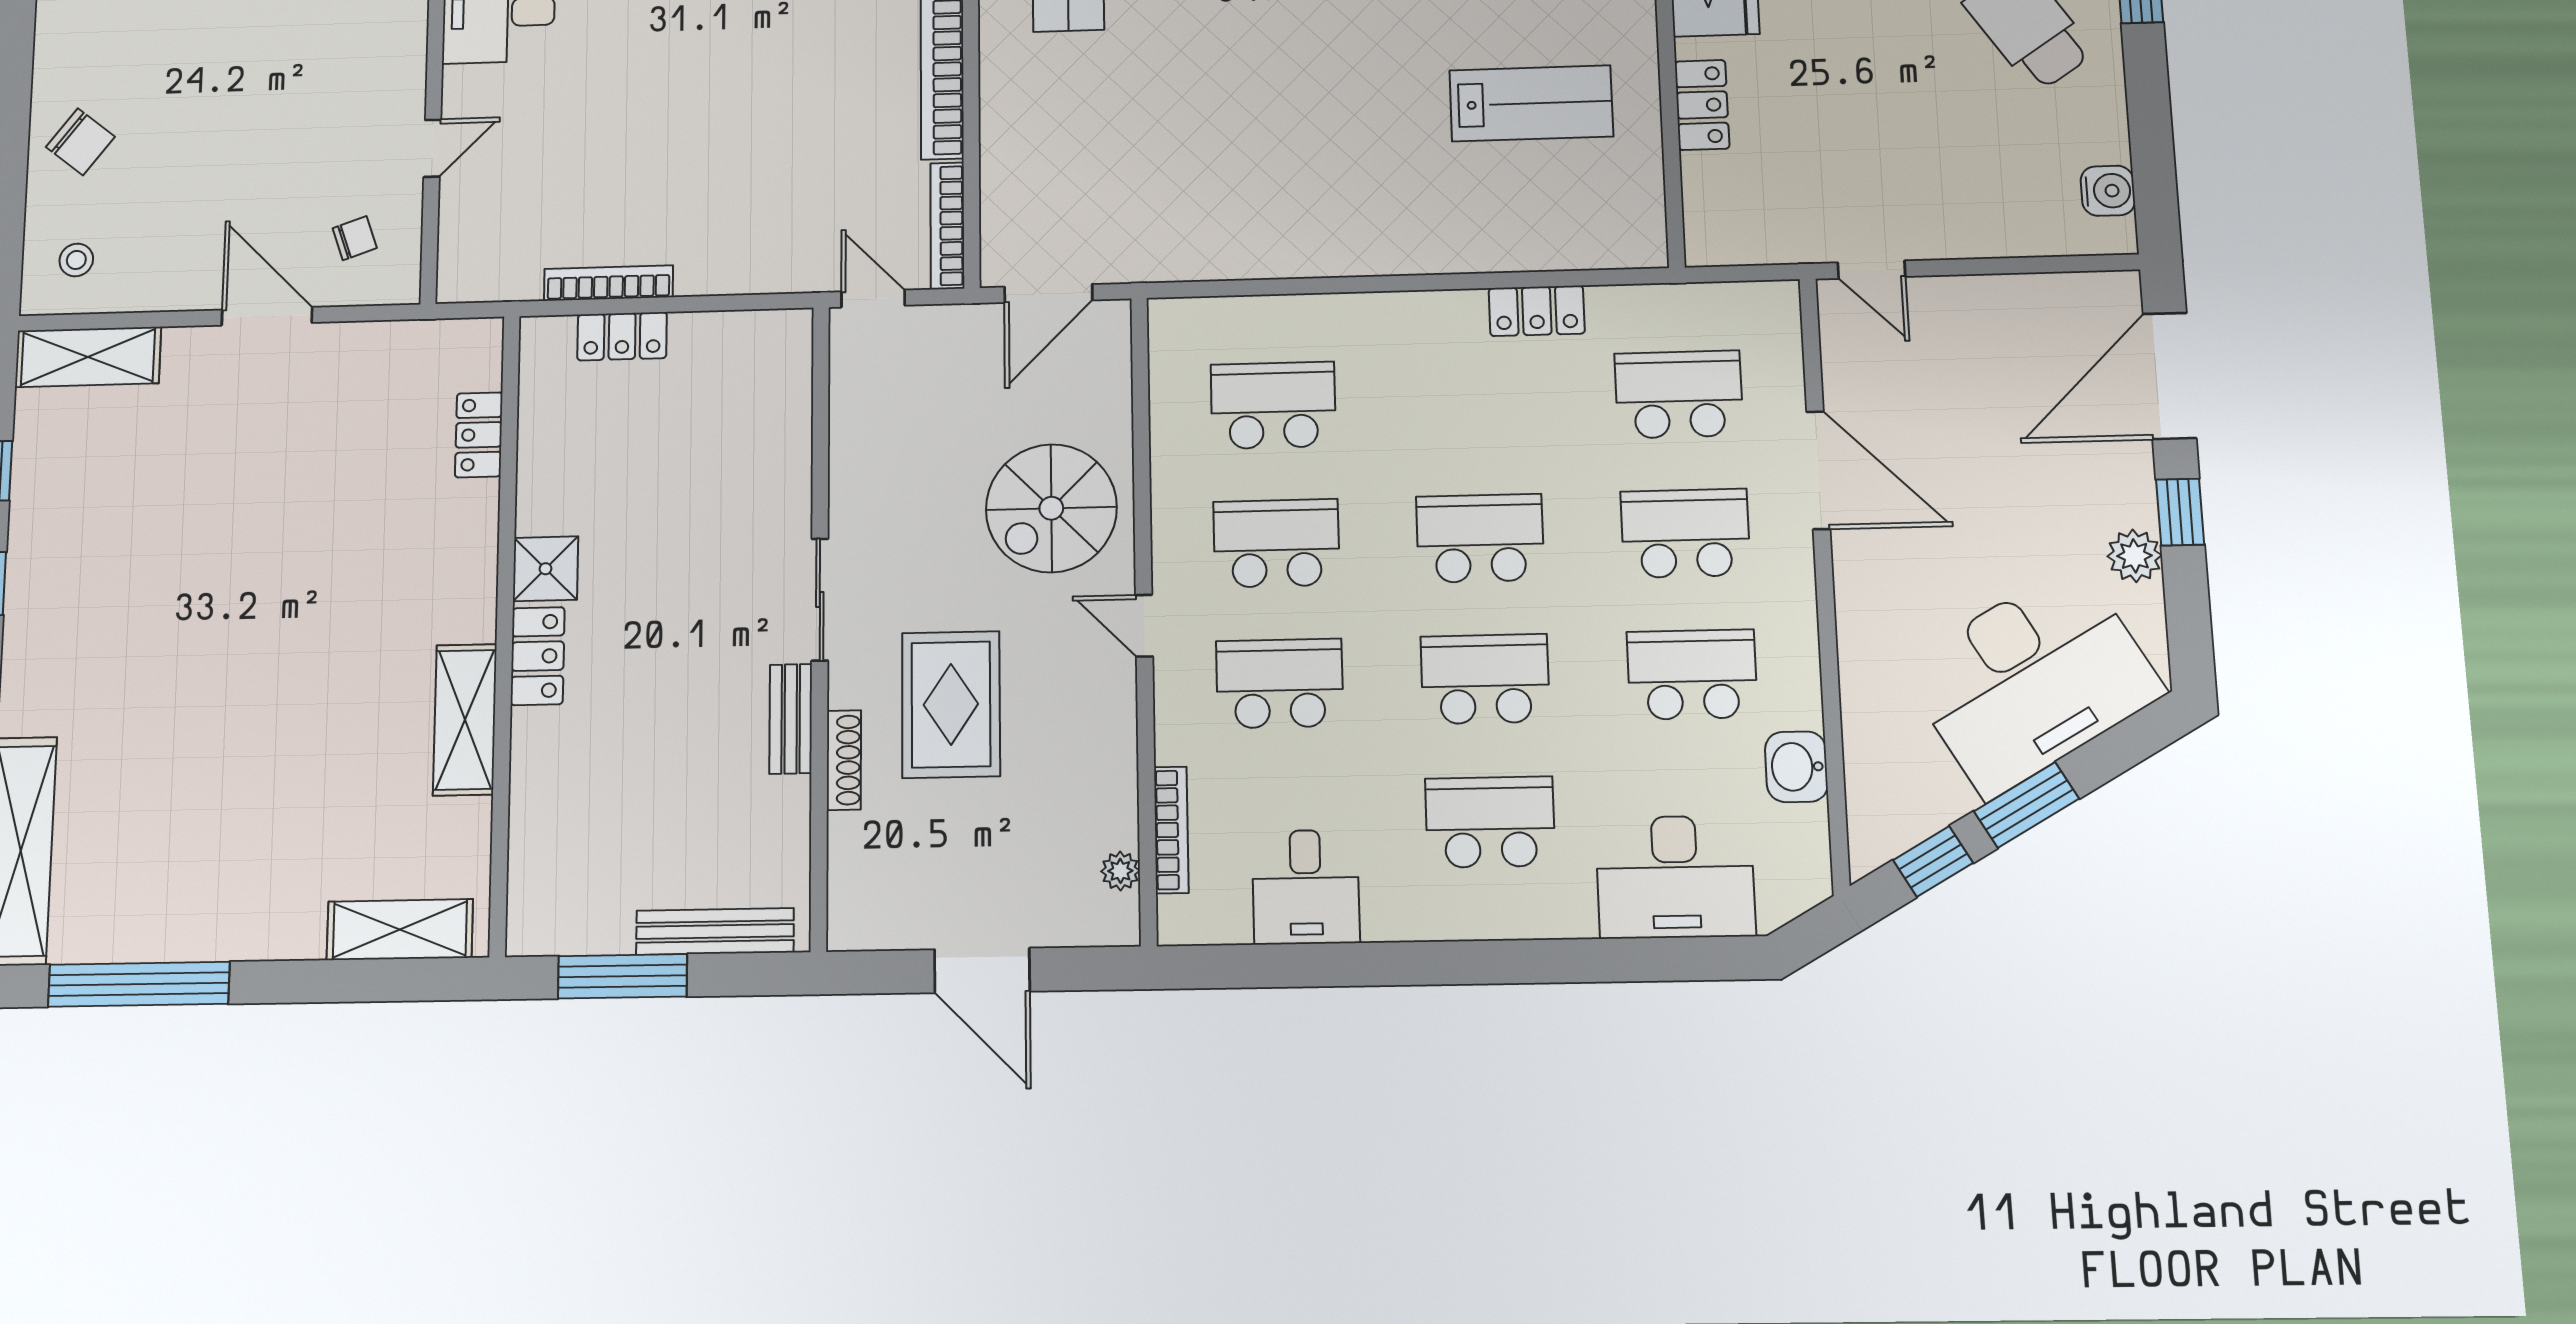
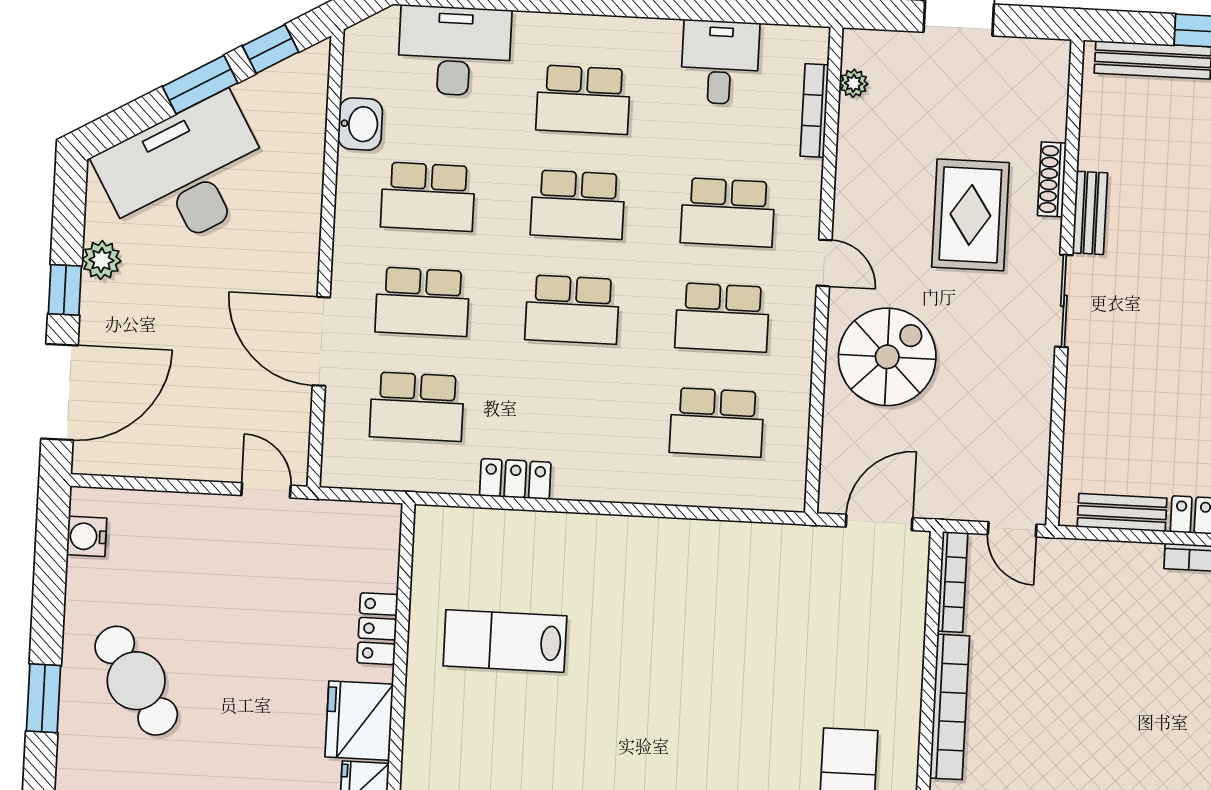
bench: (730, 331) -> (1122, 513), added

